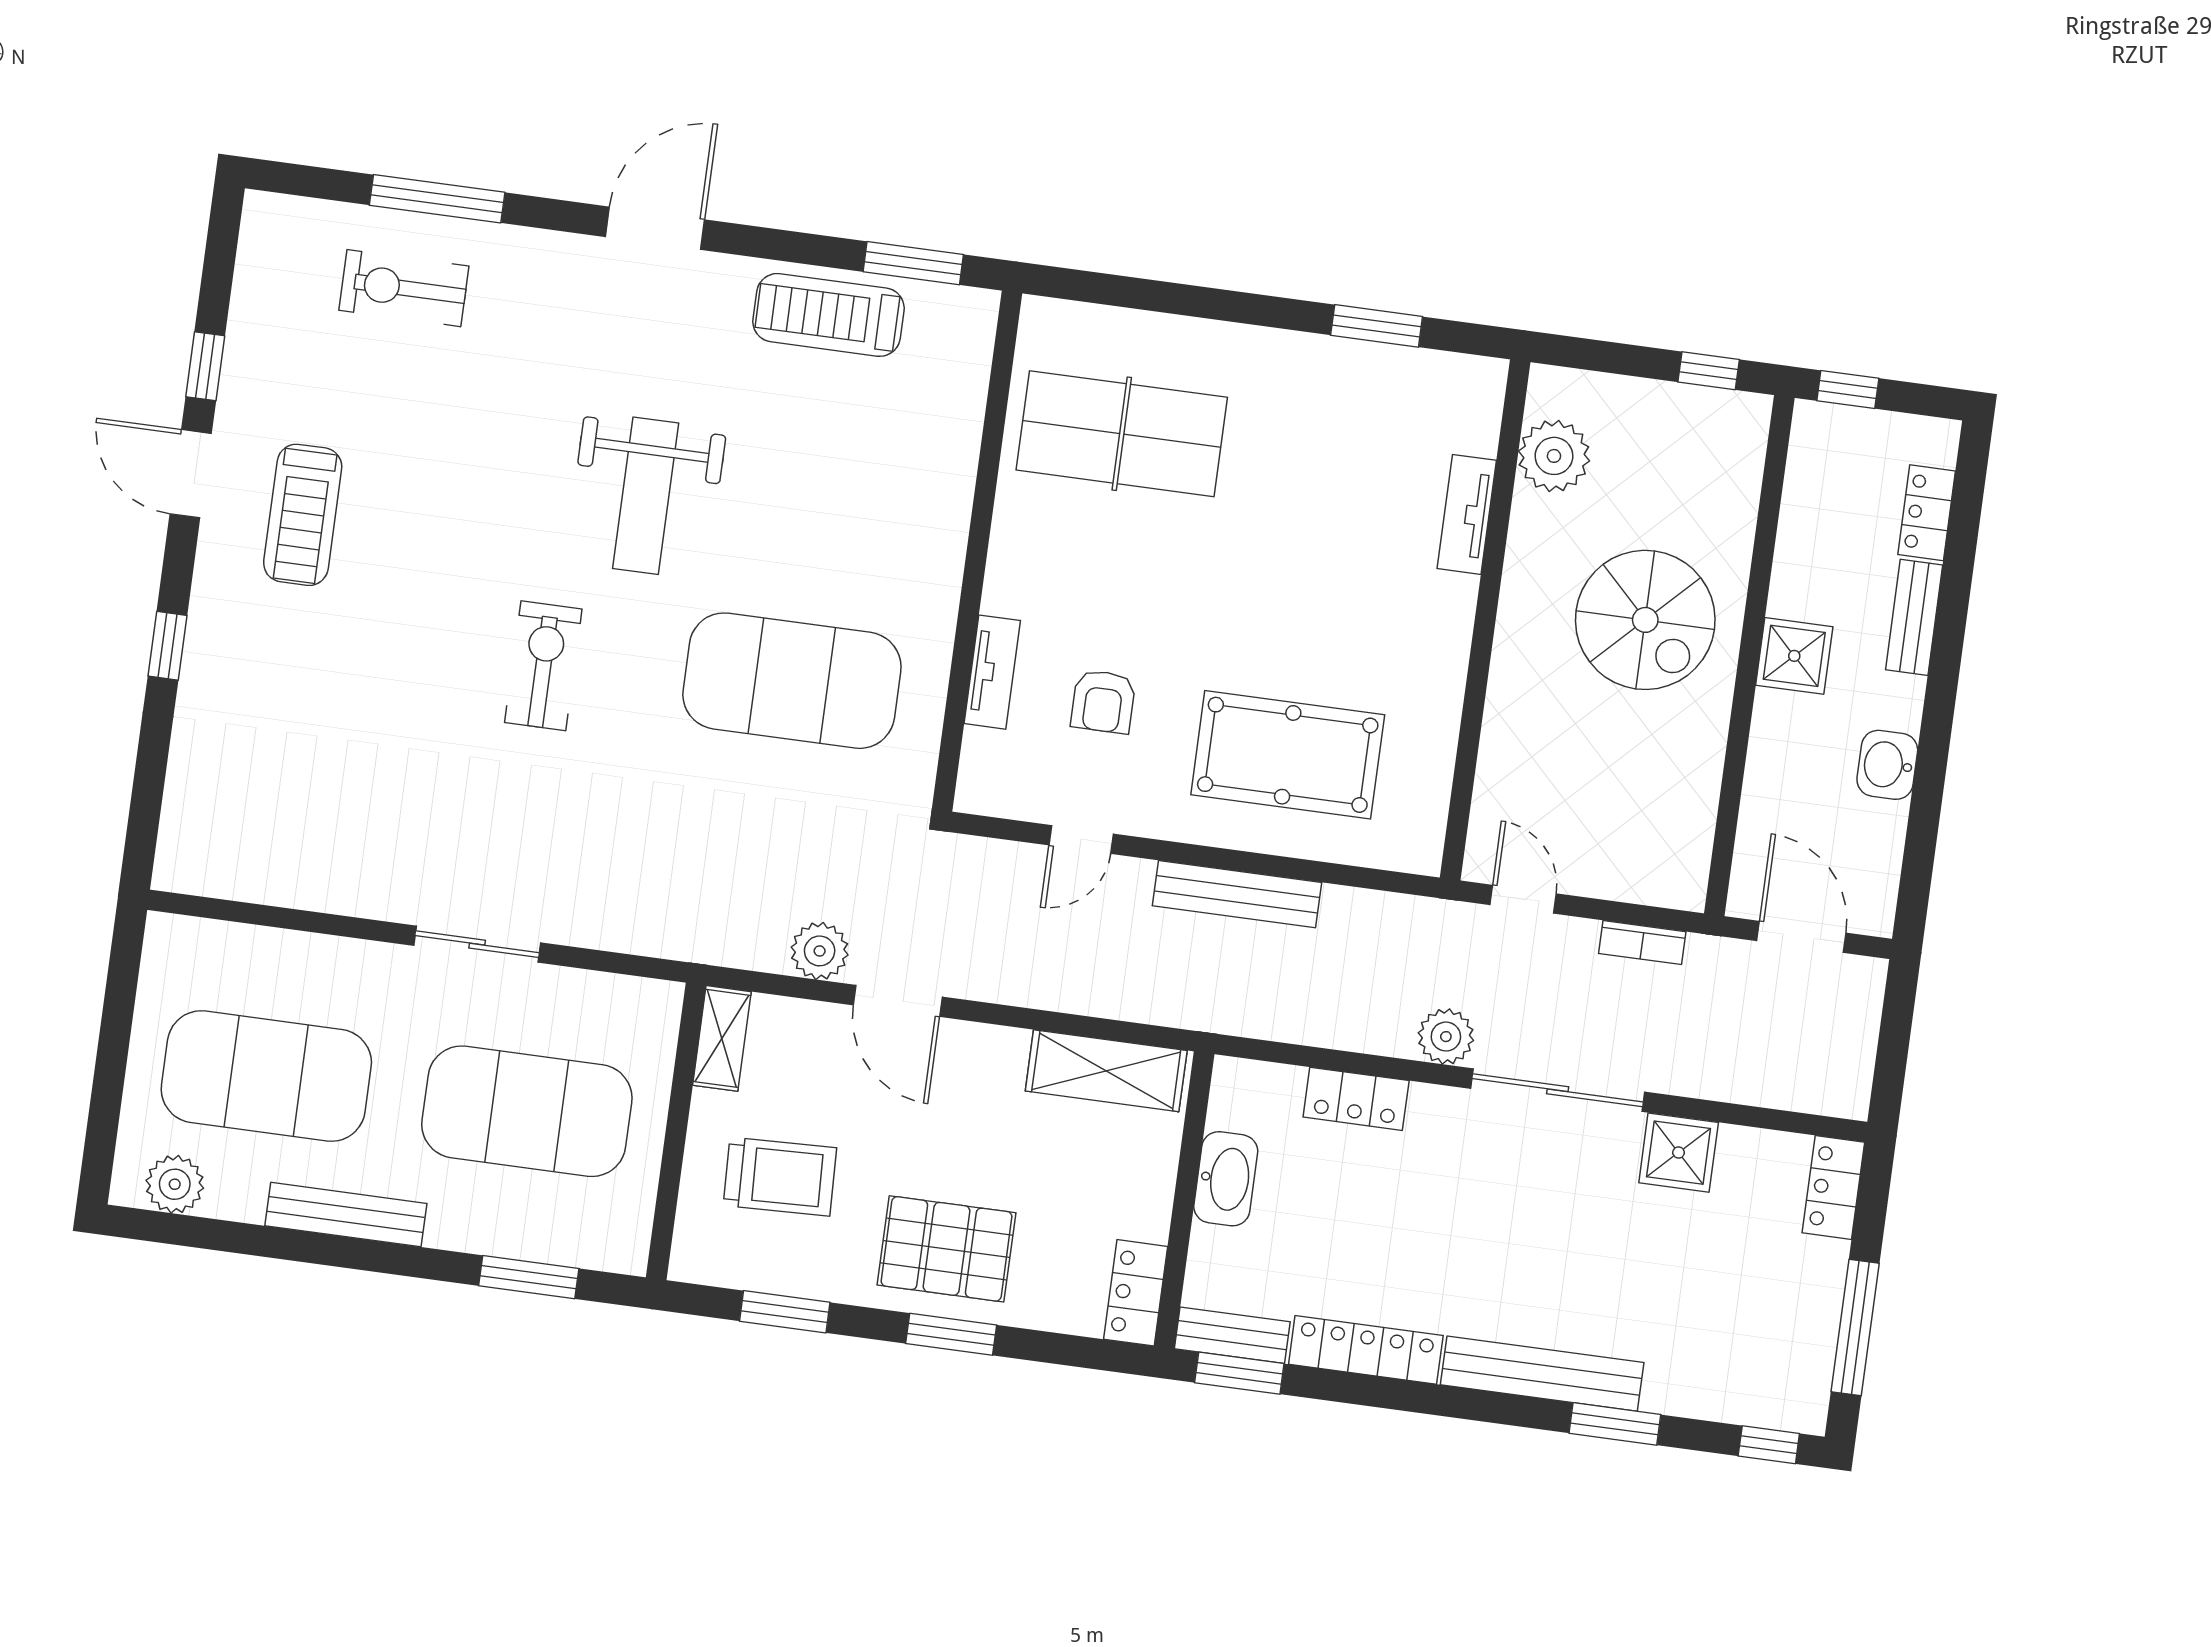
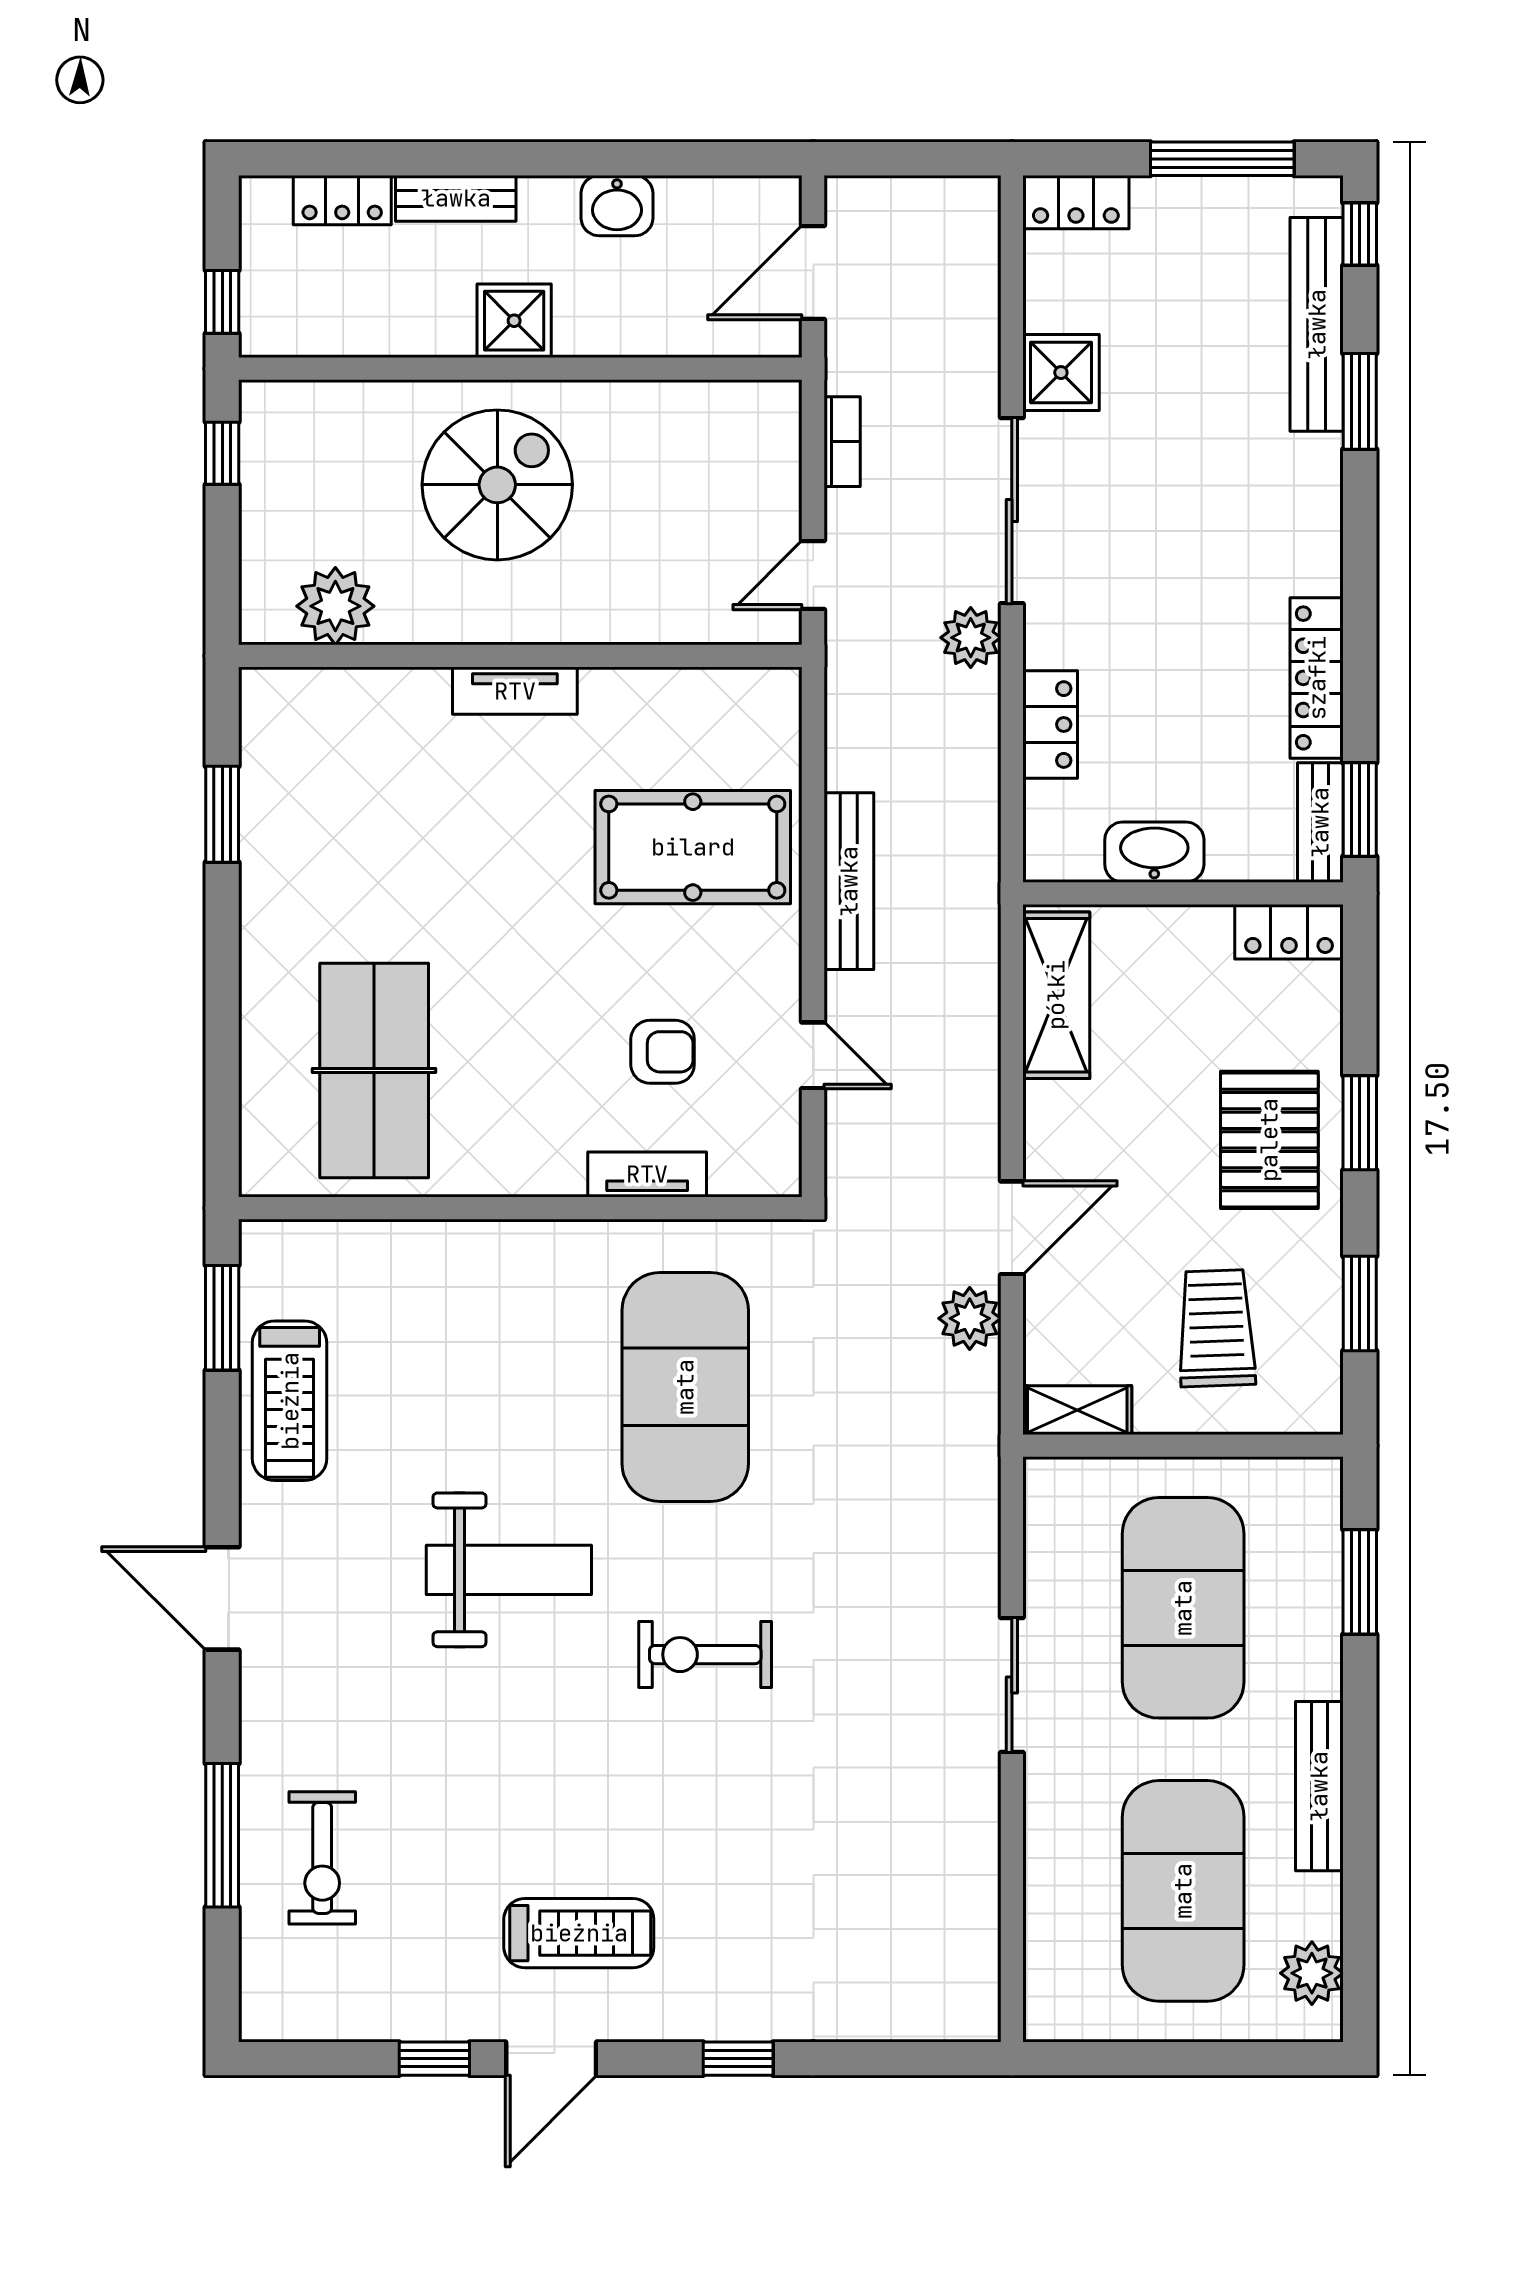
tv unit: (1467, 514) -> (515, 691), moved
pool table: (1288, 755) -> (693, 847), turned 90
bench: (1542, 1374) -> (1317, 324), moved

